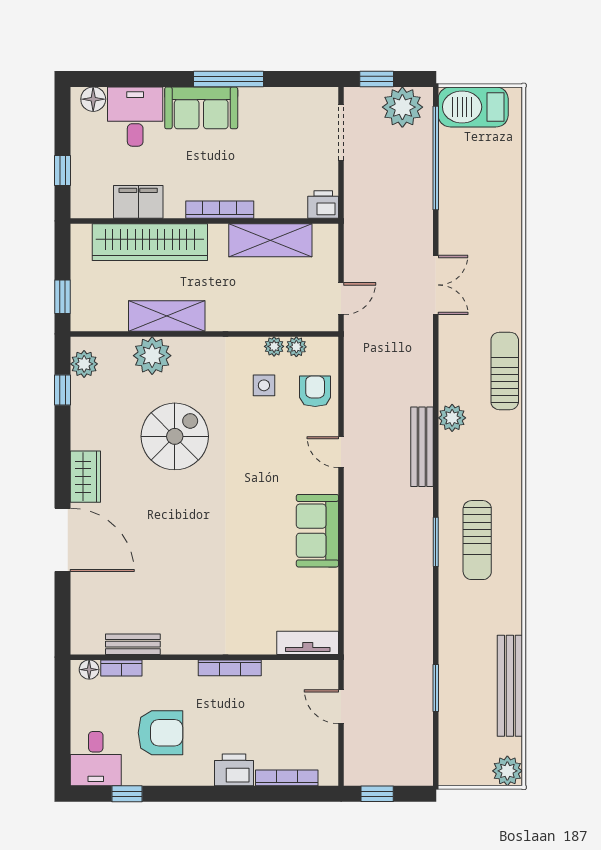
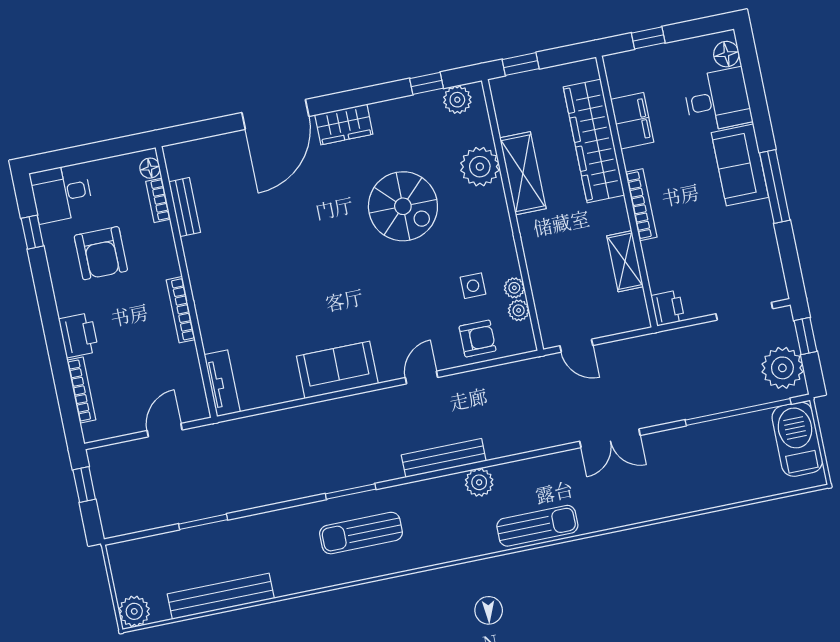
shelving: (270, 240) -> (625, 261), width x0.67, depth x0.75

